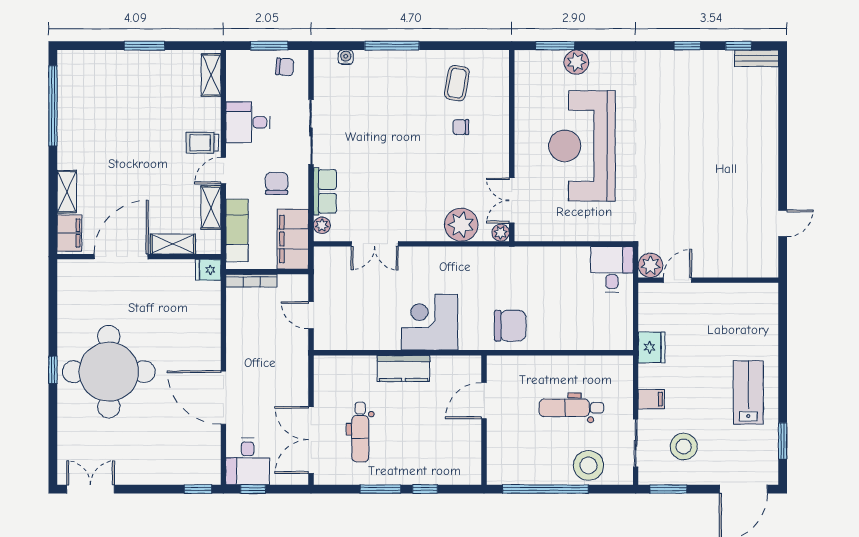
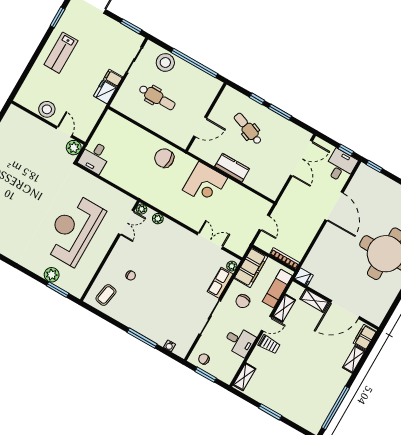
coffee table: (457, 83) -> (106, 295), moved
reception desk: (582, 146) -> (74, 230), turned 180
plant: (461, 225) -> (158, 219), width x0.53, depth x0.53
door: (677, 280) -> (64, 132), swing flipped
fridge: (652, 347) -> (105, 92), moved
dental chair: (360, 432) -> (248, 129), moved, turned -69
stool: (684, 446) -> (47, 109), moved

